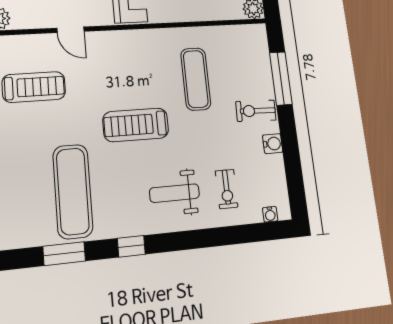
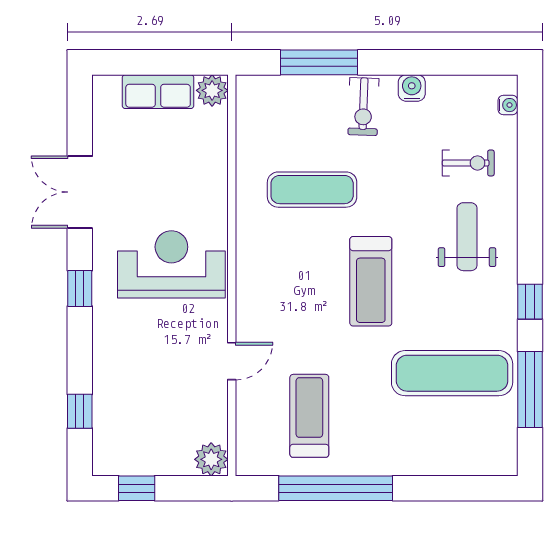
weight bench: (174, 193) -> (467, 237), turned 180
window: (64, 254) -> (530, 390), width x1.44

